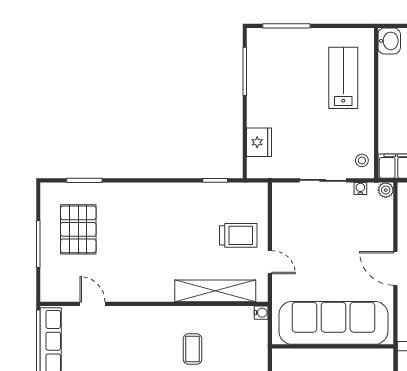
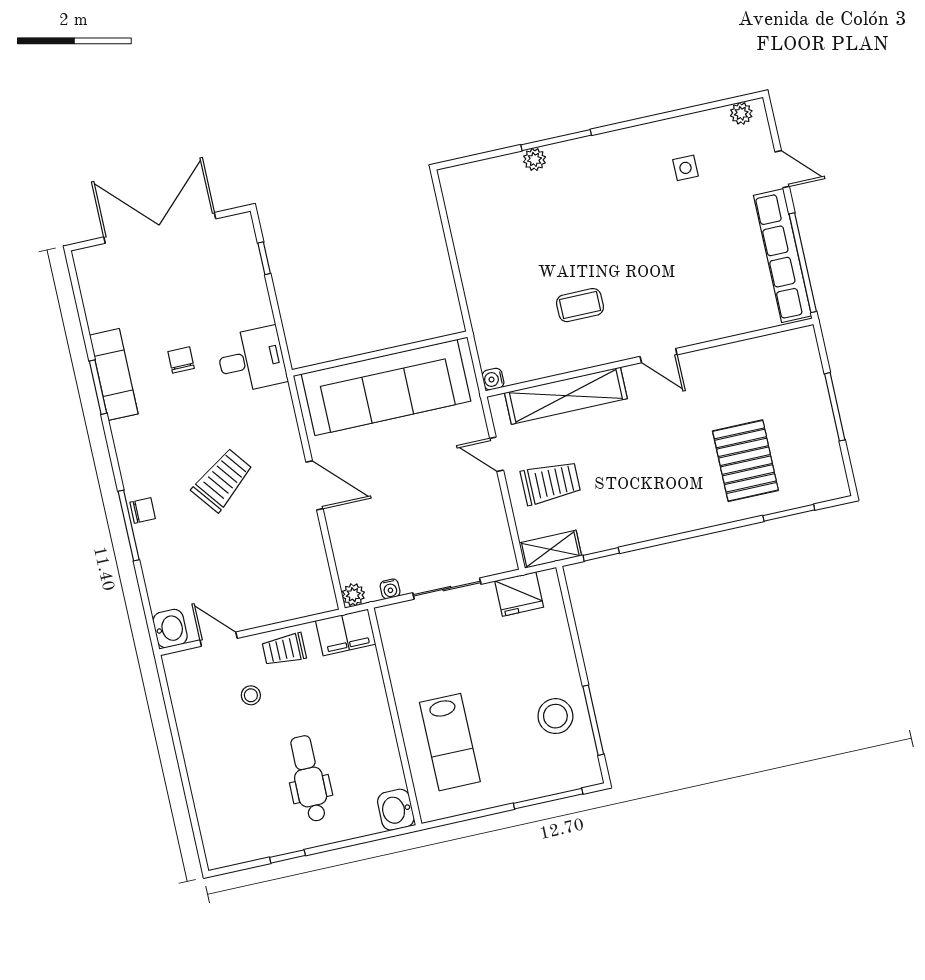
fridge: (259, 142) -> (519, 594), moved, turned -90
stool: (362, 160) -> (555, 716), moved, width x1.89, depth x1.89
shelving: (248, 191) -> (550, 549), added
pallet: (78, 229) -> (745, 461), moved
trolley: (238, 235) -> (551, 483), turned 180
door: (92, 304) -> (659, 356), moved
coffee table: (192, 349) -> (580, 305), turned 90

